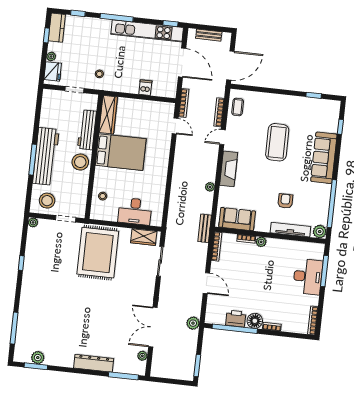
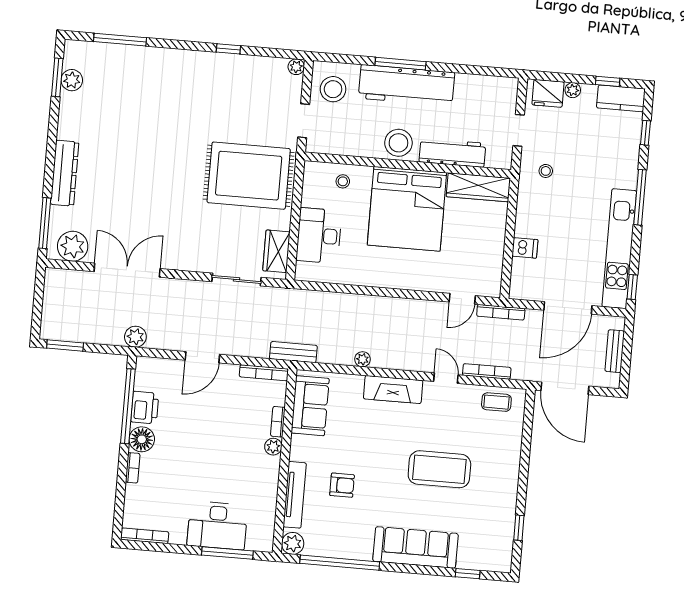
bed: (121, 152) -> (407, 209), width x1.36
plant: (142, 356) -> (73, 246), width x1.88, depth x1.88

